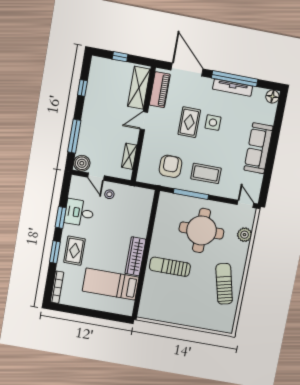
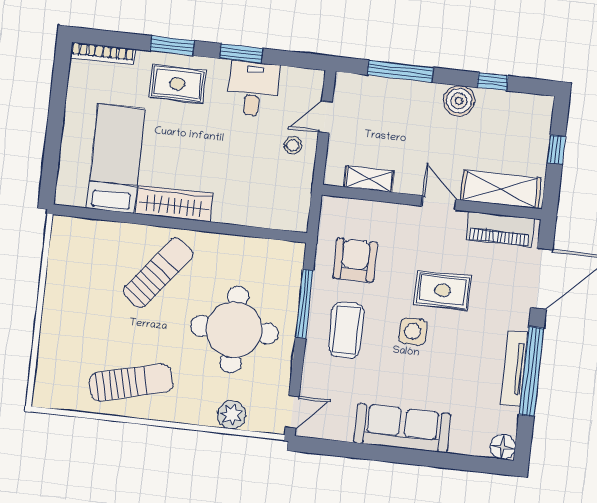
side table: (213, 123) -> (413, 332), moved
boiler: (82, 163) -> (459, 101), moved
armchair: (170, 166) -> (355, 260), turned -90
sun lounger: (170, 267) -> (158, 273), turned 38

